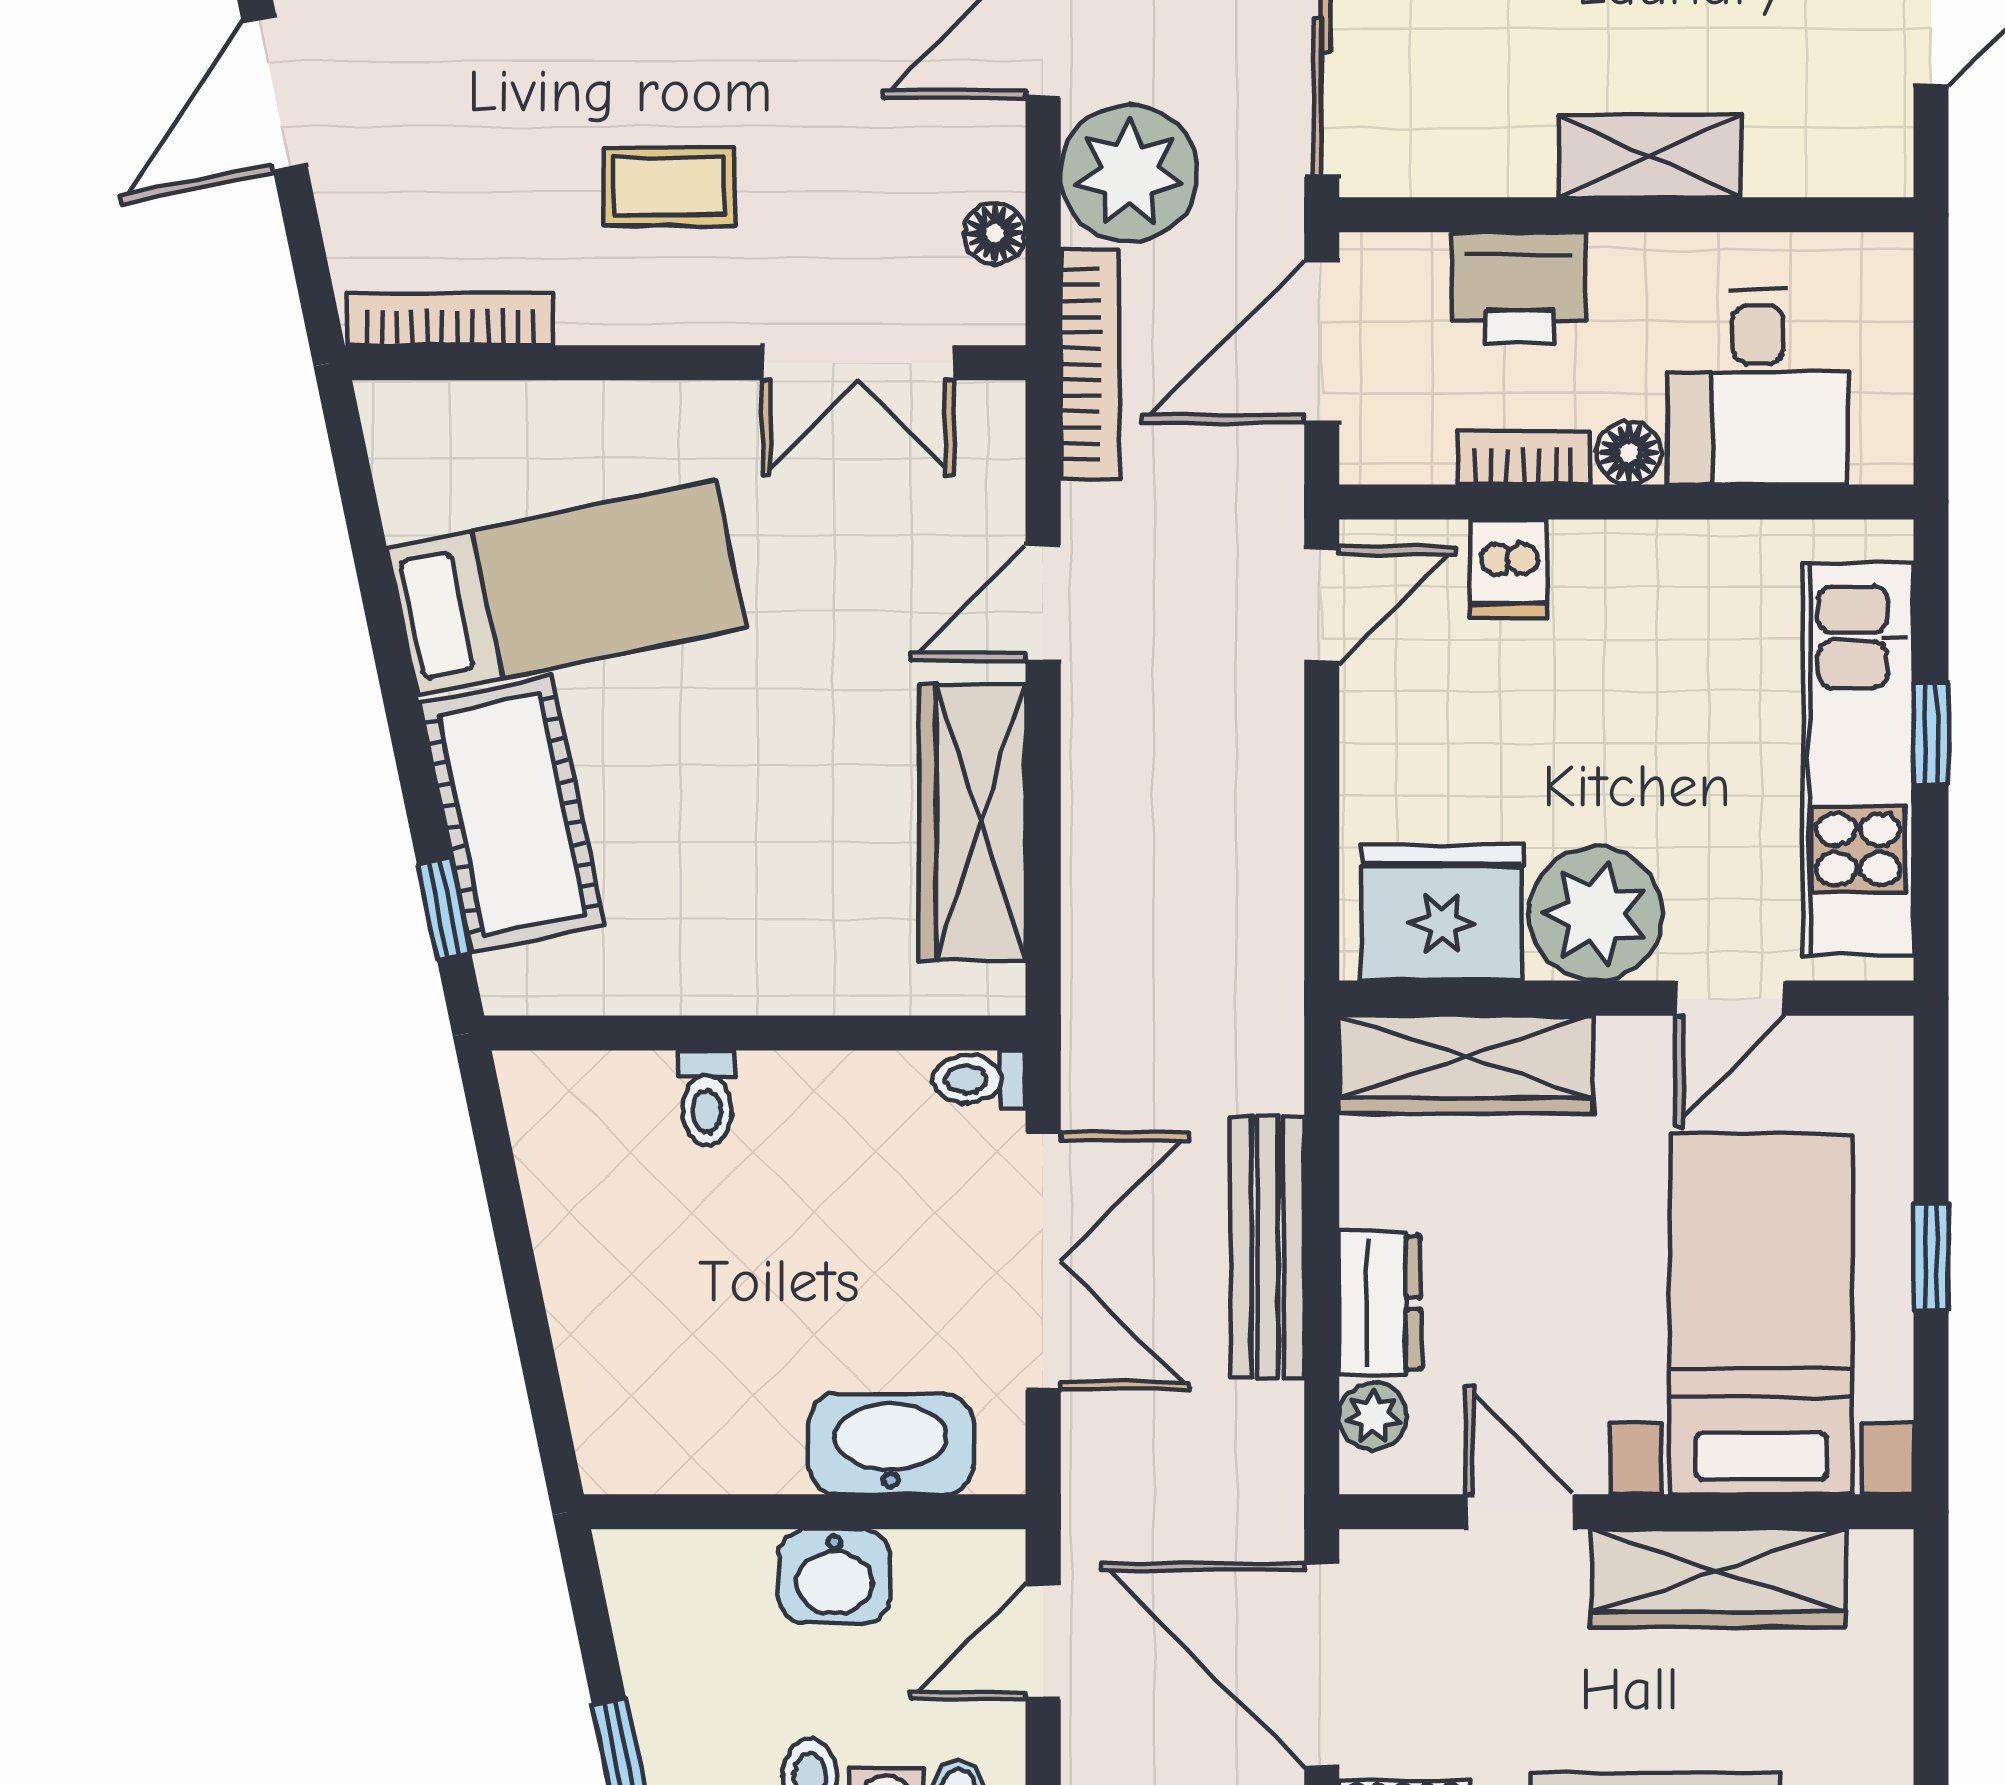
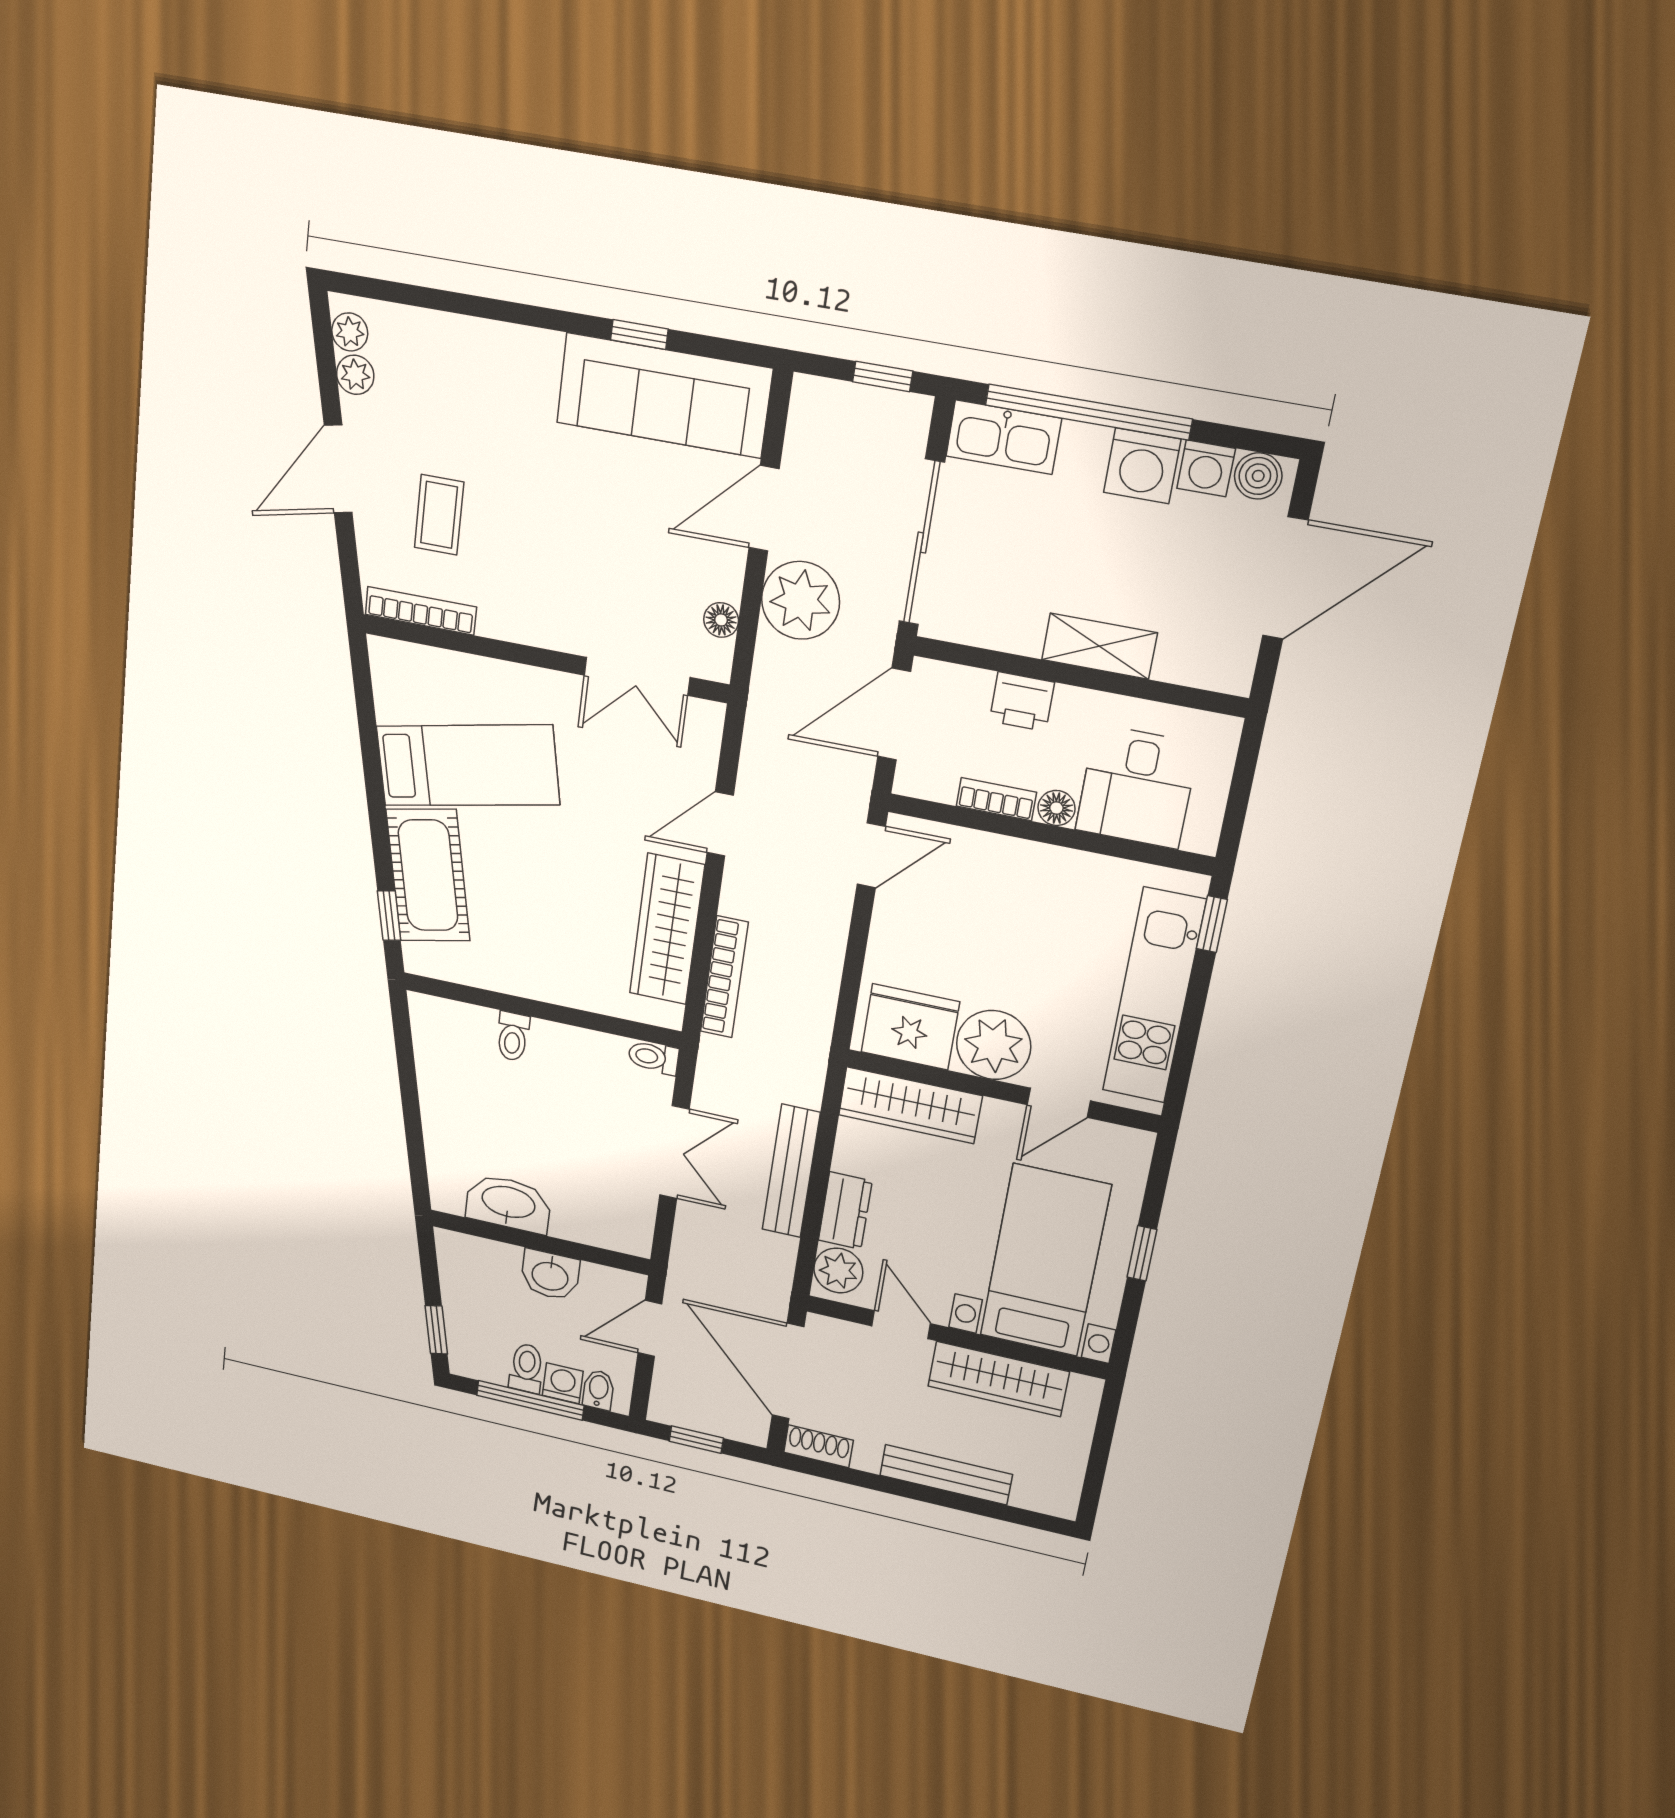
coffee table: (669, 187) -> (439, 515), moved, turned 90
printer: (1519, 288) -> (1022, 702), width x0.73, depth x0.81
bookcase: (1090, 364) -> (724, 977), moved
dishwasher: (1509, 569) -> (978, 857), removed
window: (1931, 733) -> (1212, 924), moved
double door: (1043, 1261) -> (674, 1152), width x0.73
plant: (1373, 1416) -> (838, 1271), width x1.38, depth x1.38
washbasin: (890, 1444) -> (508, 1203), moved

